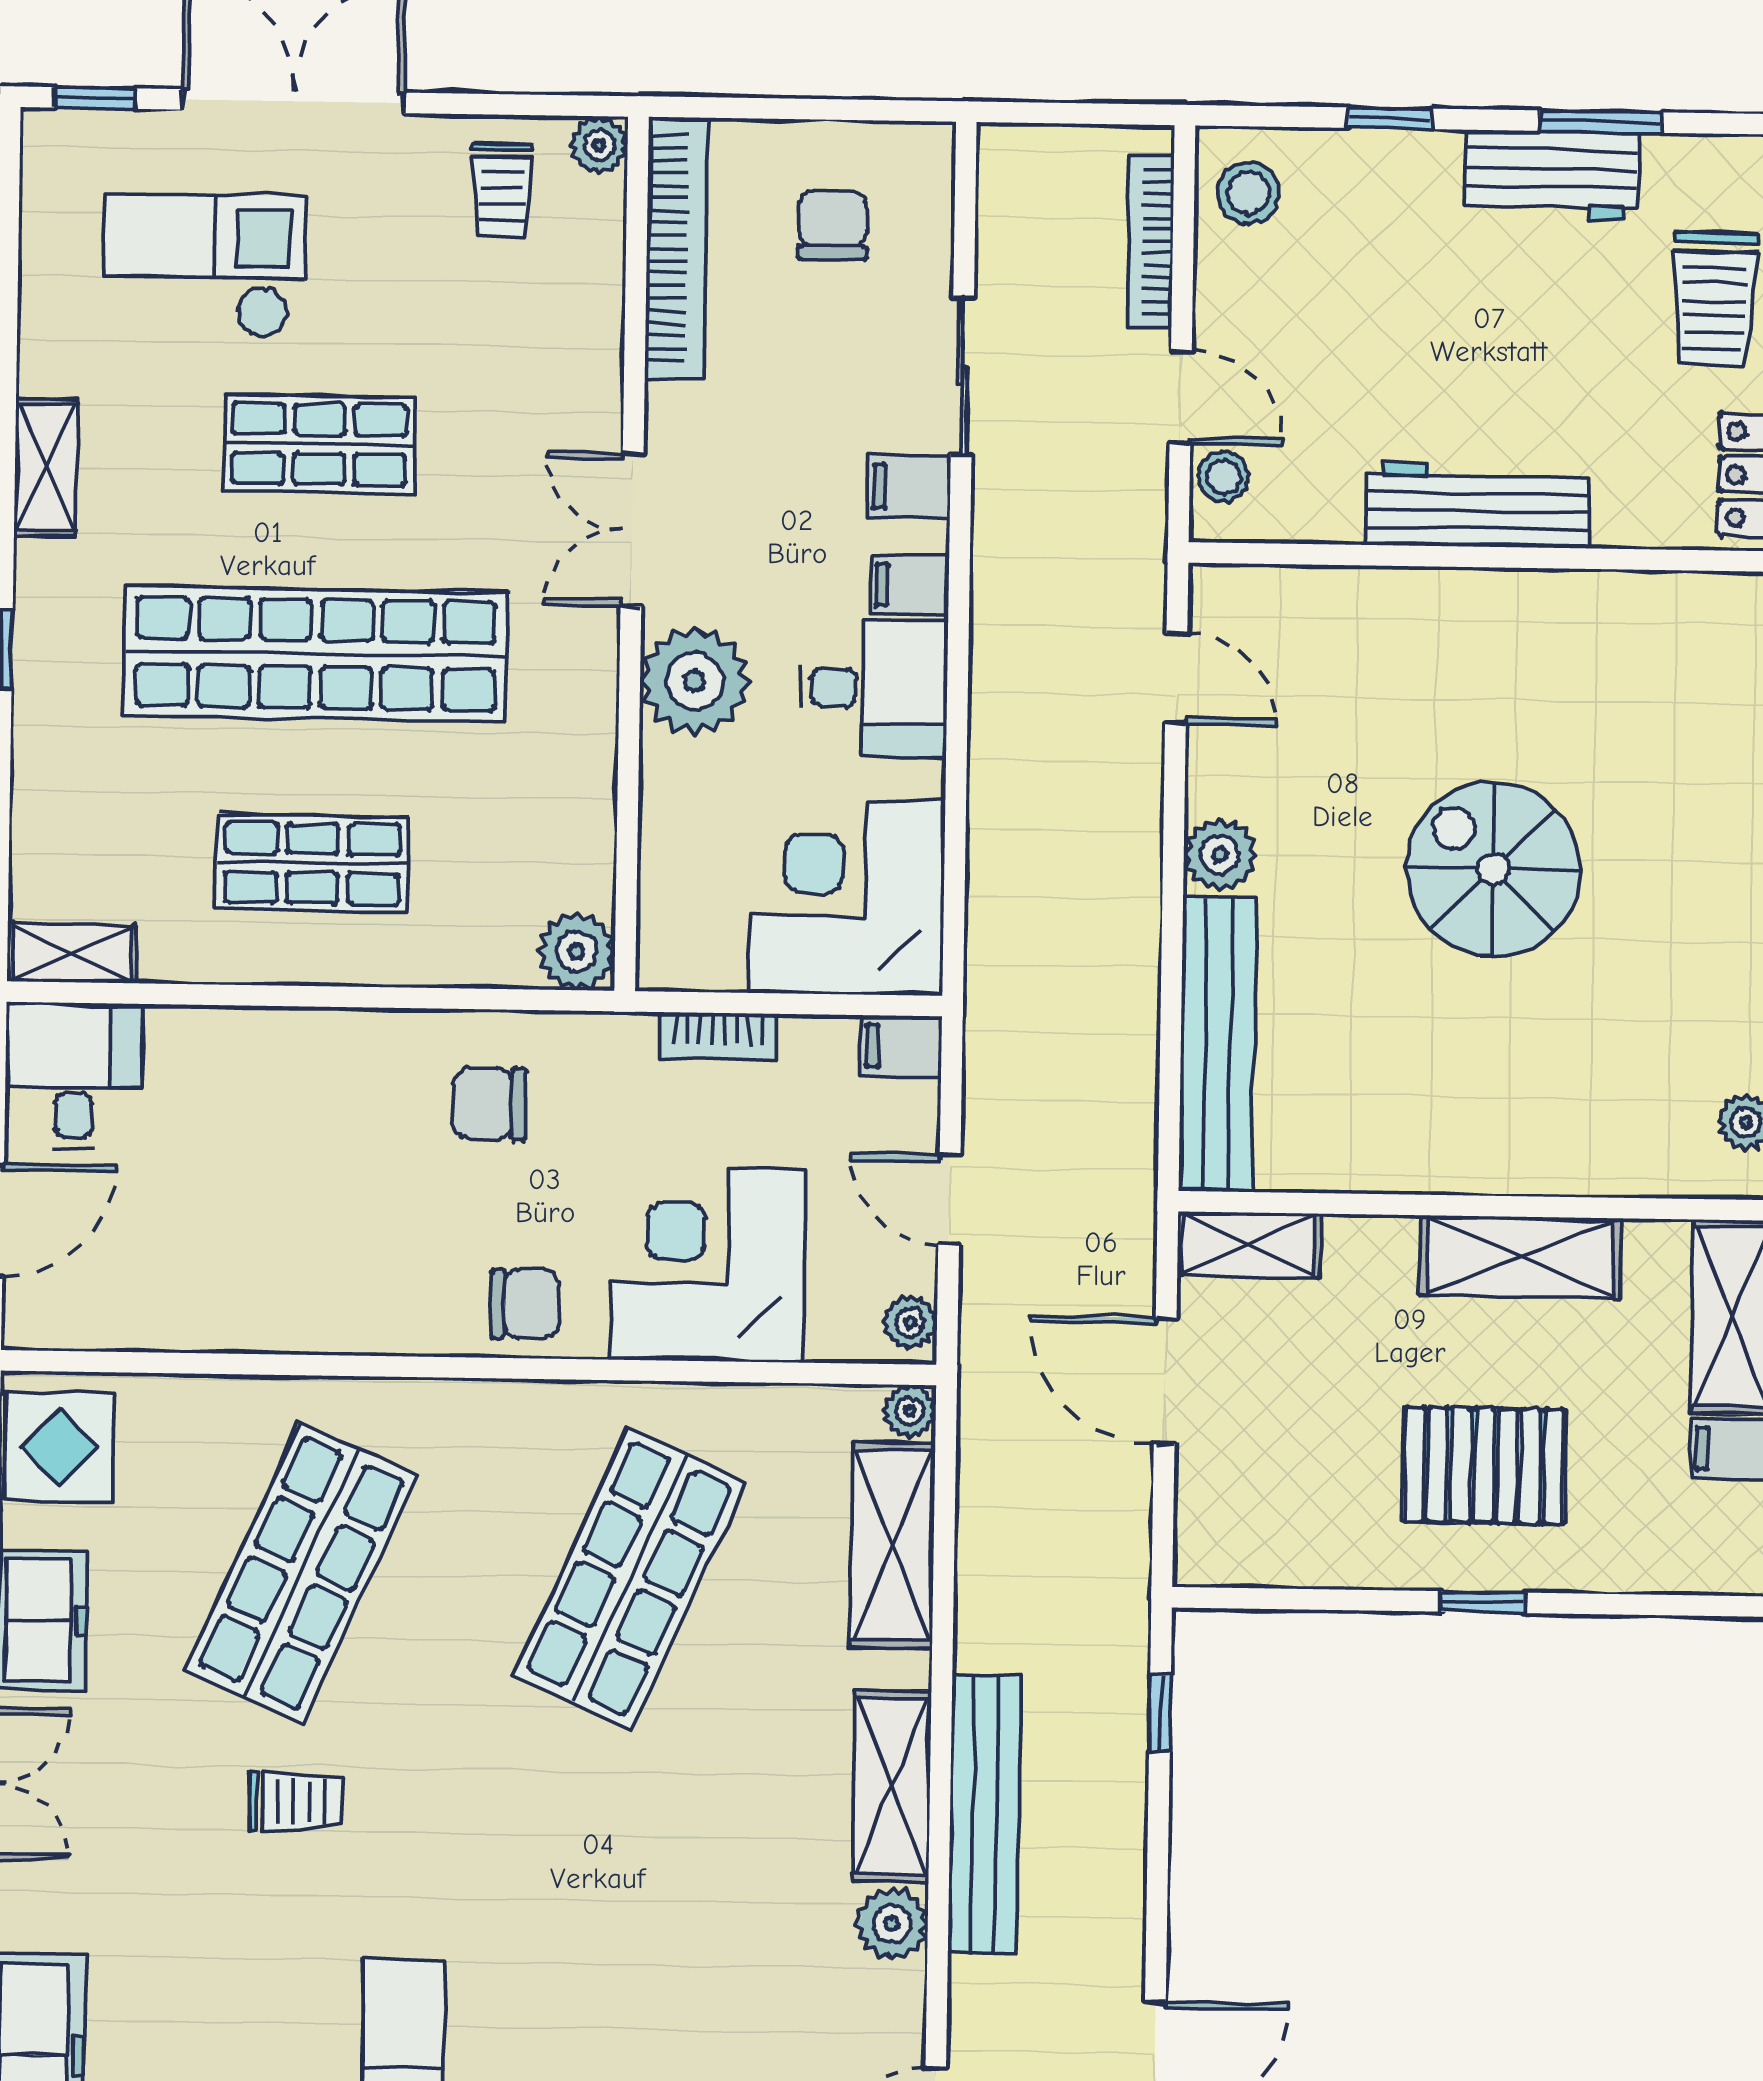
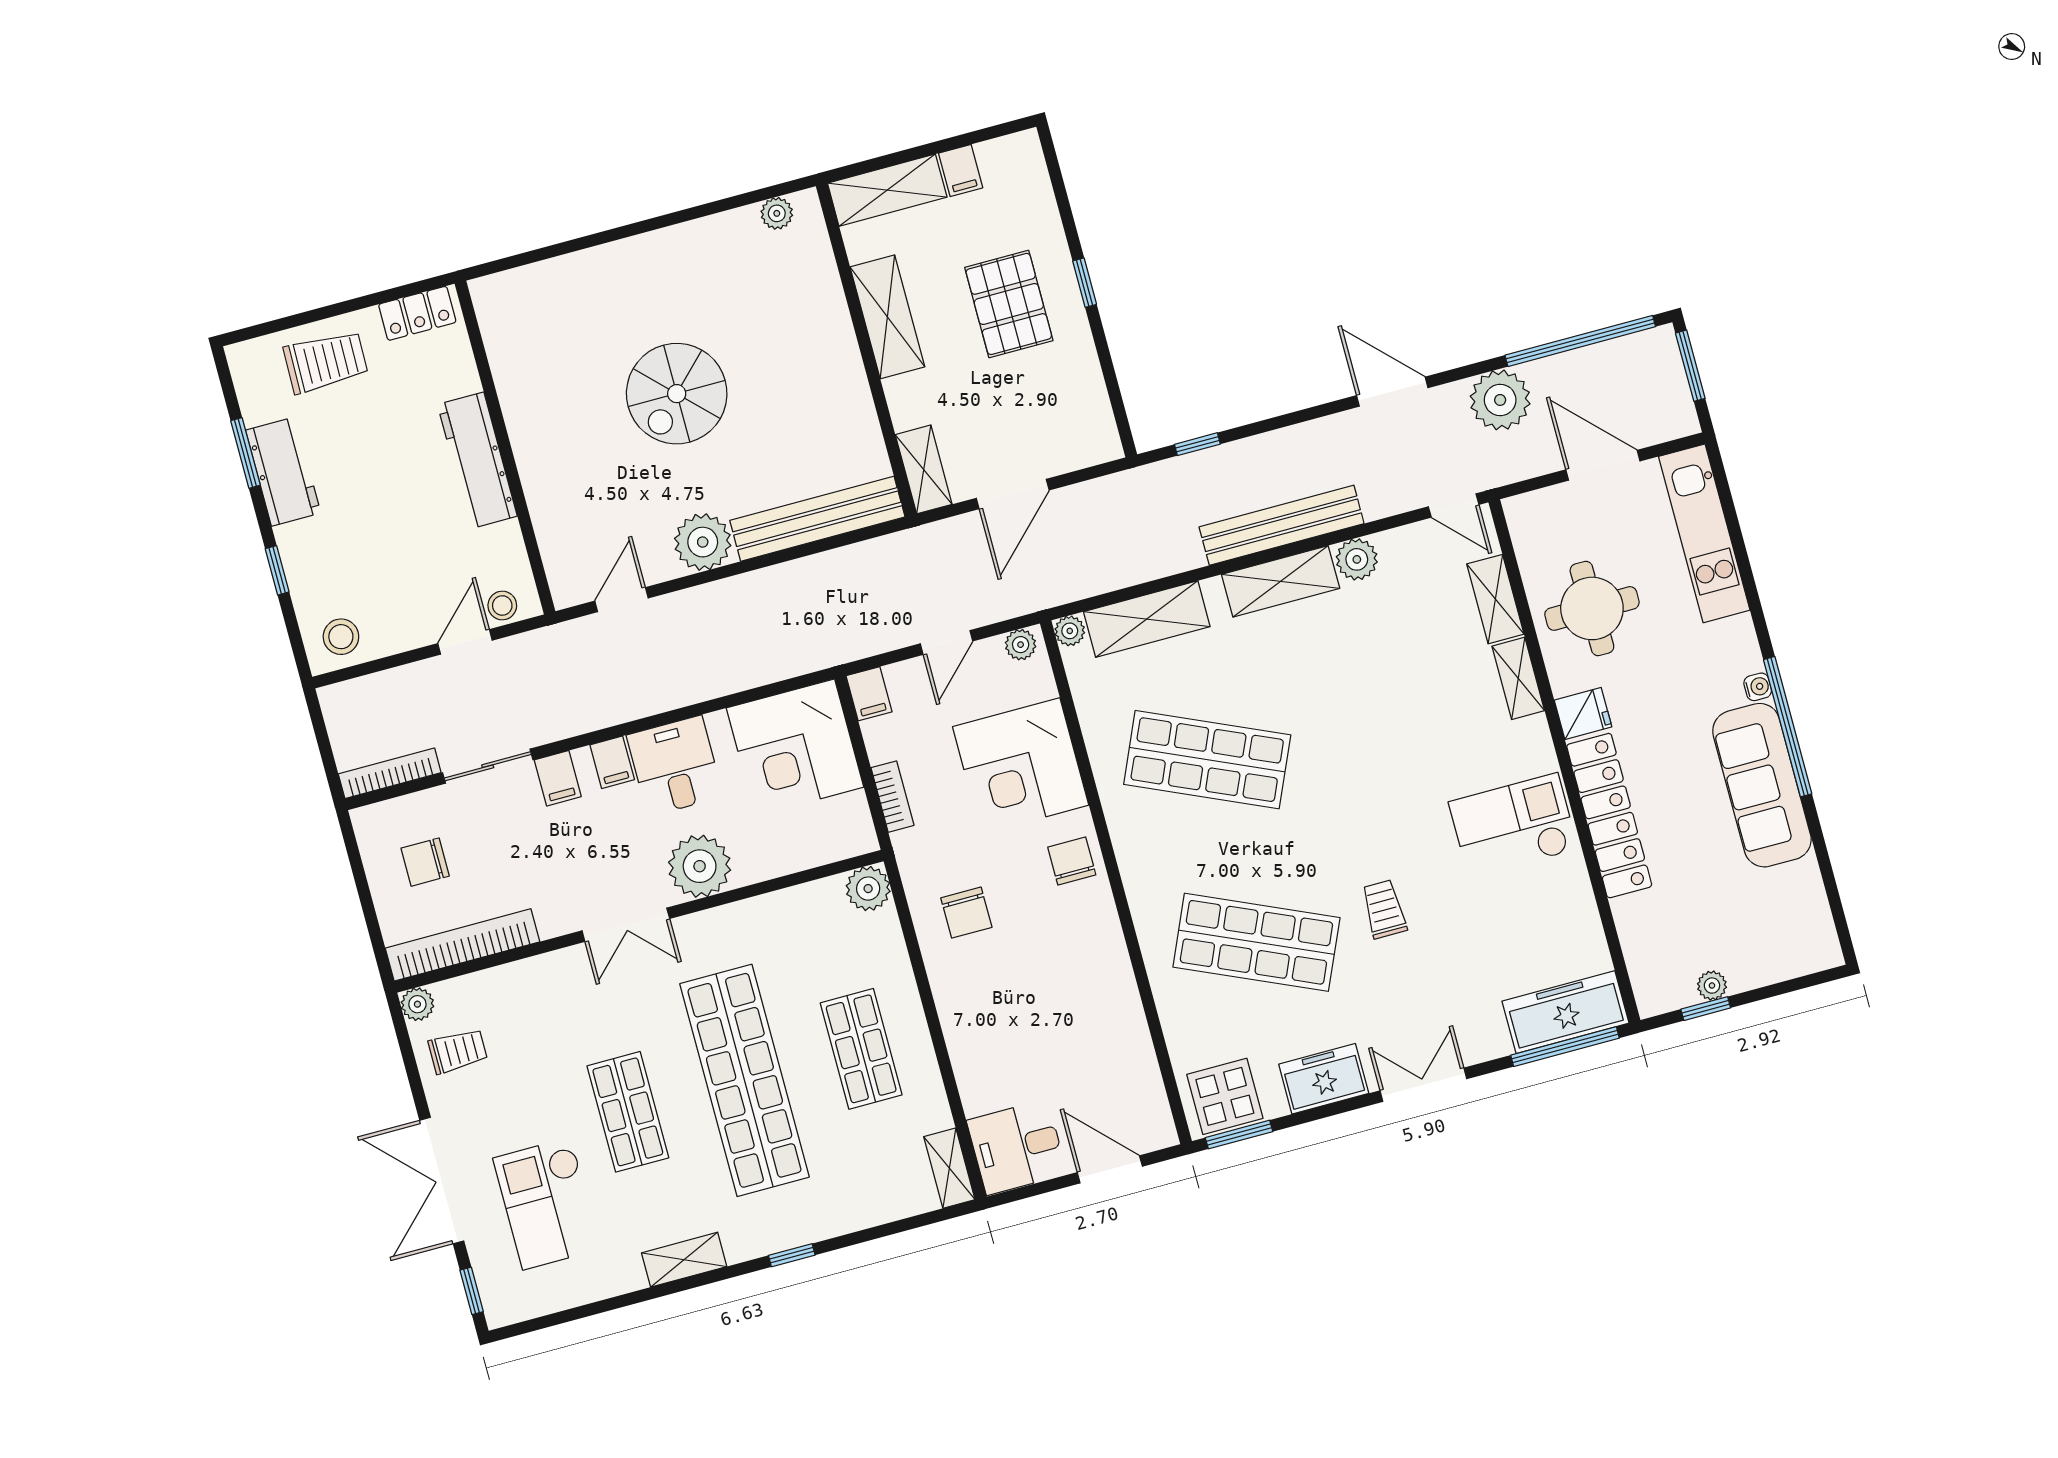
bookcase: (1151, 242) -> (390, 773), moved, turned 180
plant: (1220, 854) -> (703, 542), width x1.36, depth x1.36

